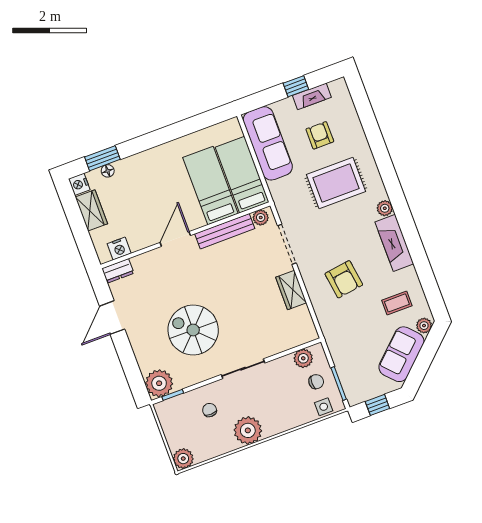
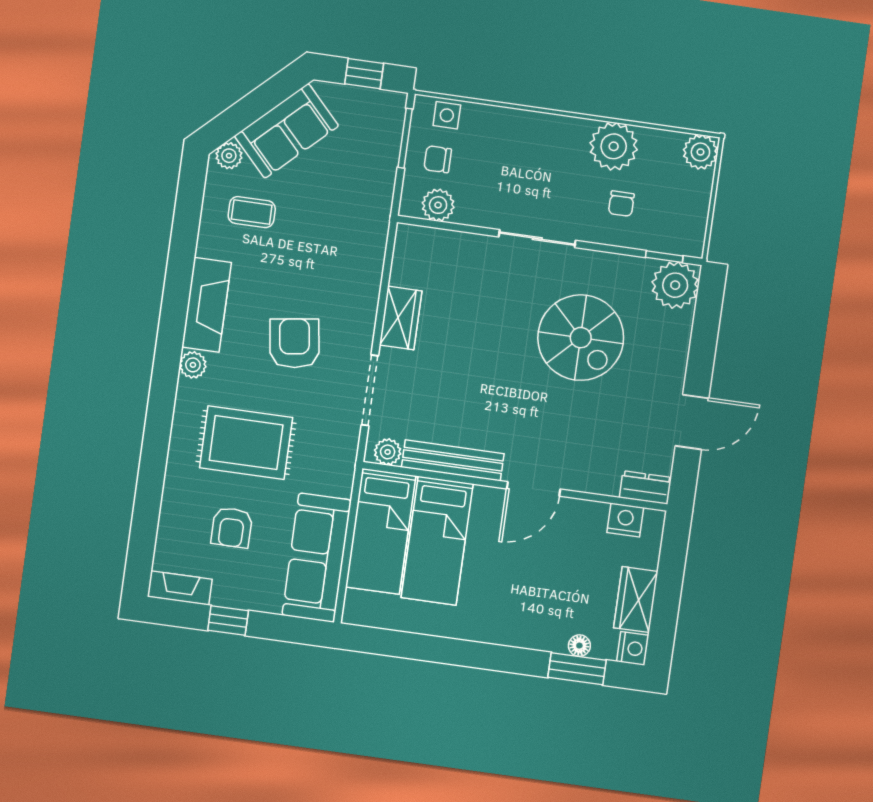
fireplace: (312, 96) -> (180, 588), moved
armchair: (344, 279) -> (294, 343), moved
plant: (248, 430) -> (614, 146), moved

